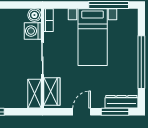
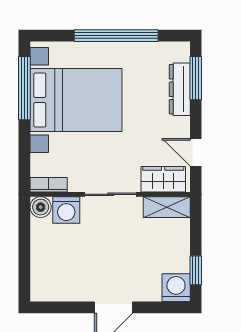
bed with nightstands: (93, 37) -> (76, 100), width x1.36
dresser: (121, 102) -> (180, 89), moved
door: (82, 112) -> (196, 152), moved

